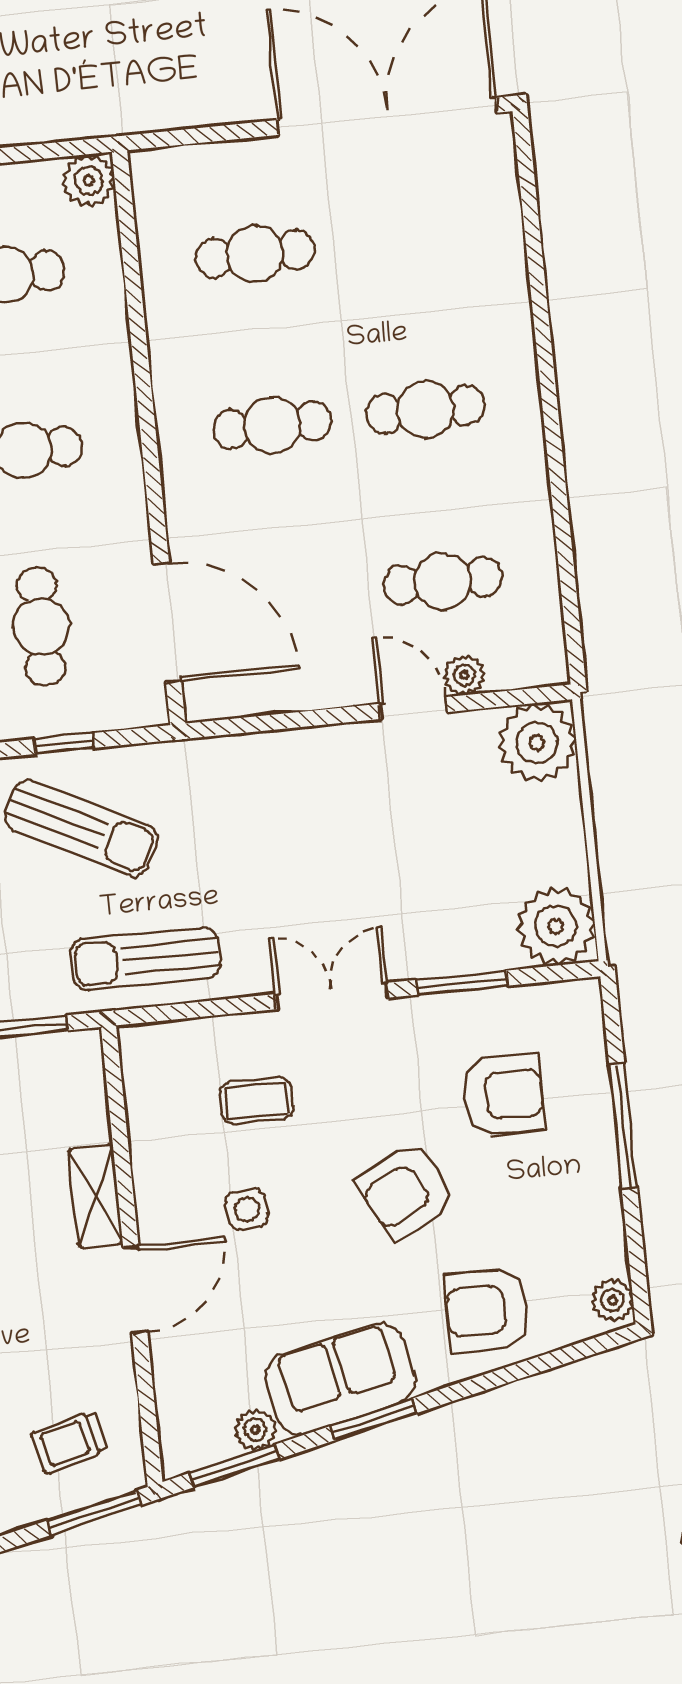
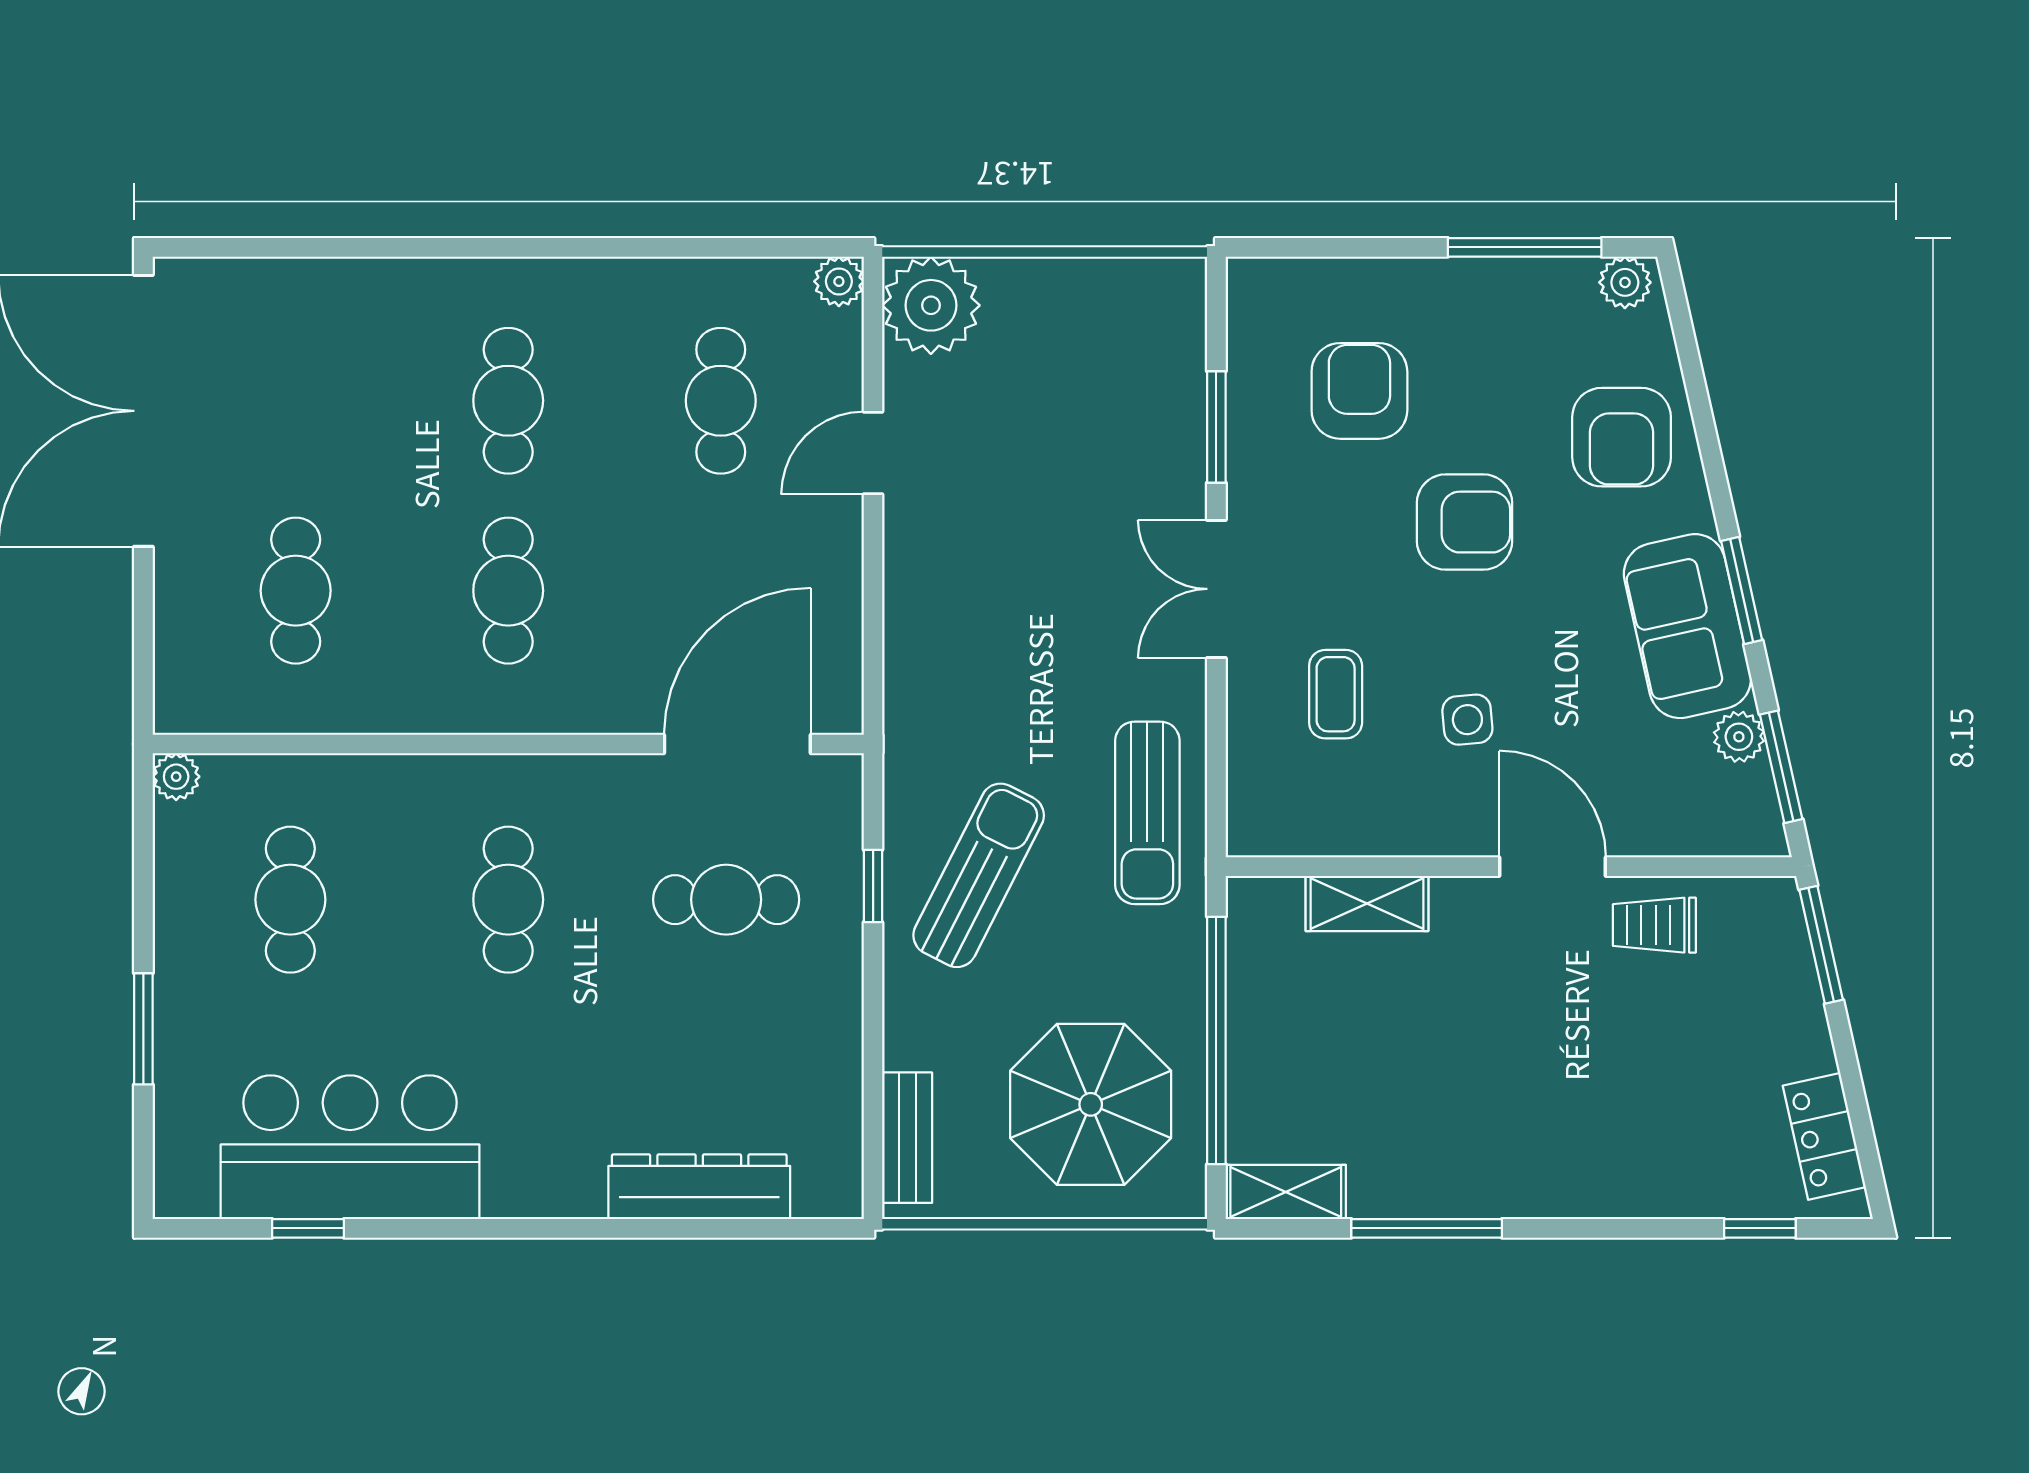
plant: (89, 180) -> (176, 777), width x0.73, depth x0.73
plant: (464, 675) -> (839, 281), moved
plant: (556, 926) -> (1159, 305), removed
window: (623, 1126) -> (1525, 247), moved
armchair: (406, 1191) -> (1465, 522), turned -62
shelving: (96, 1196) -> (1367, 903), moved
trolley: (70, 1442) -> (1654, 925), moved, turned 105

